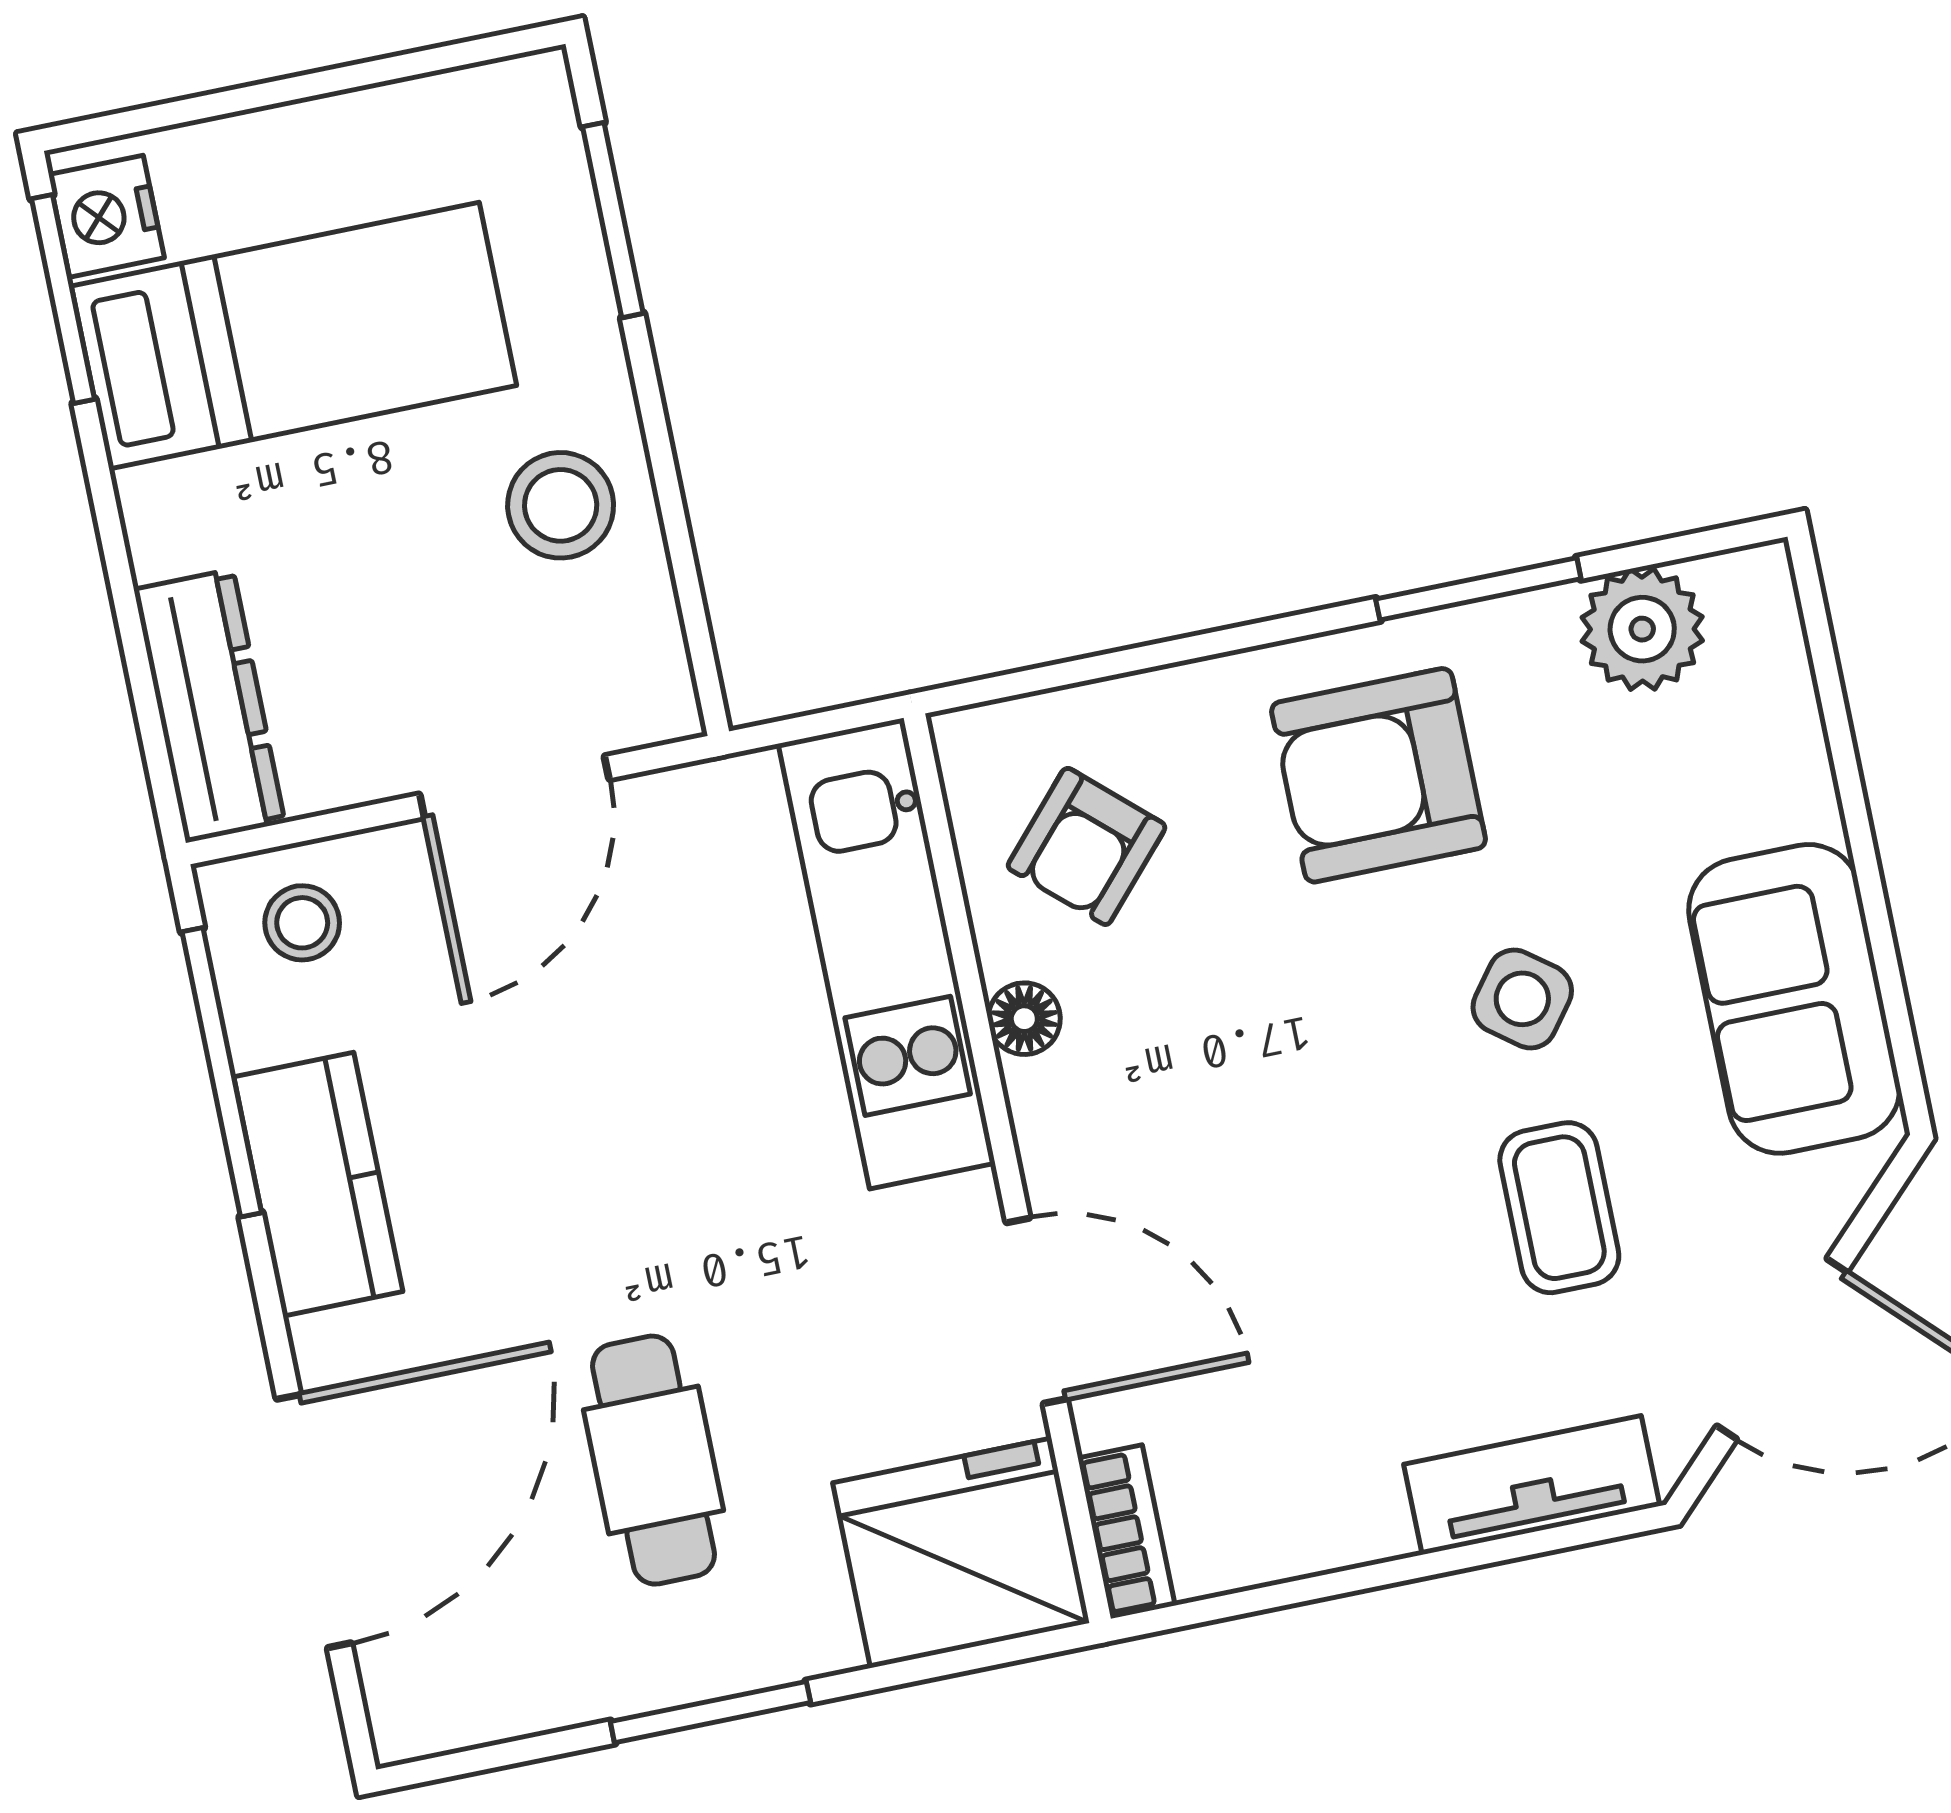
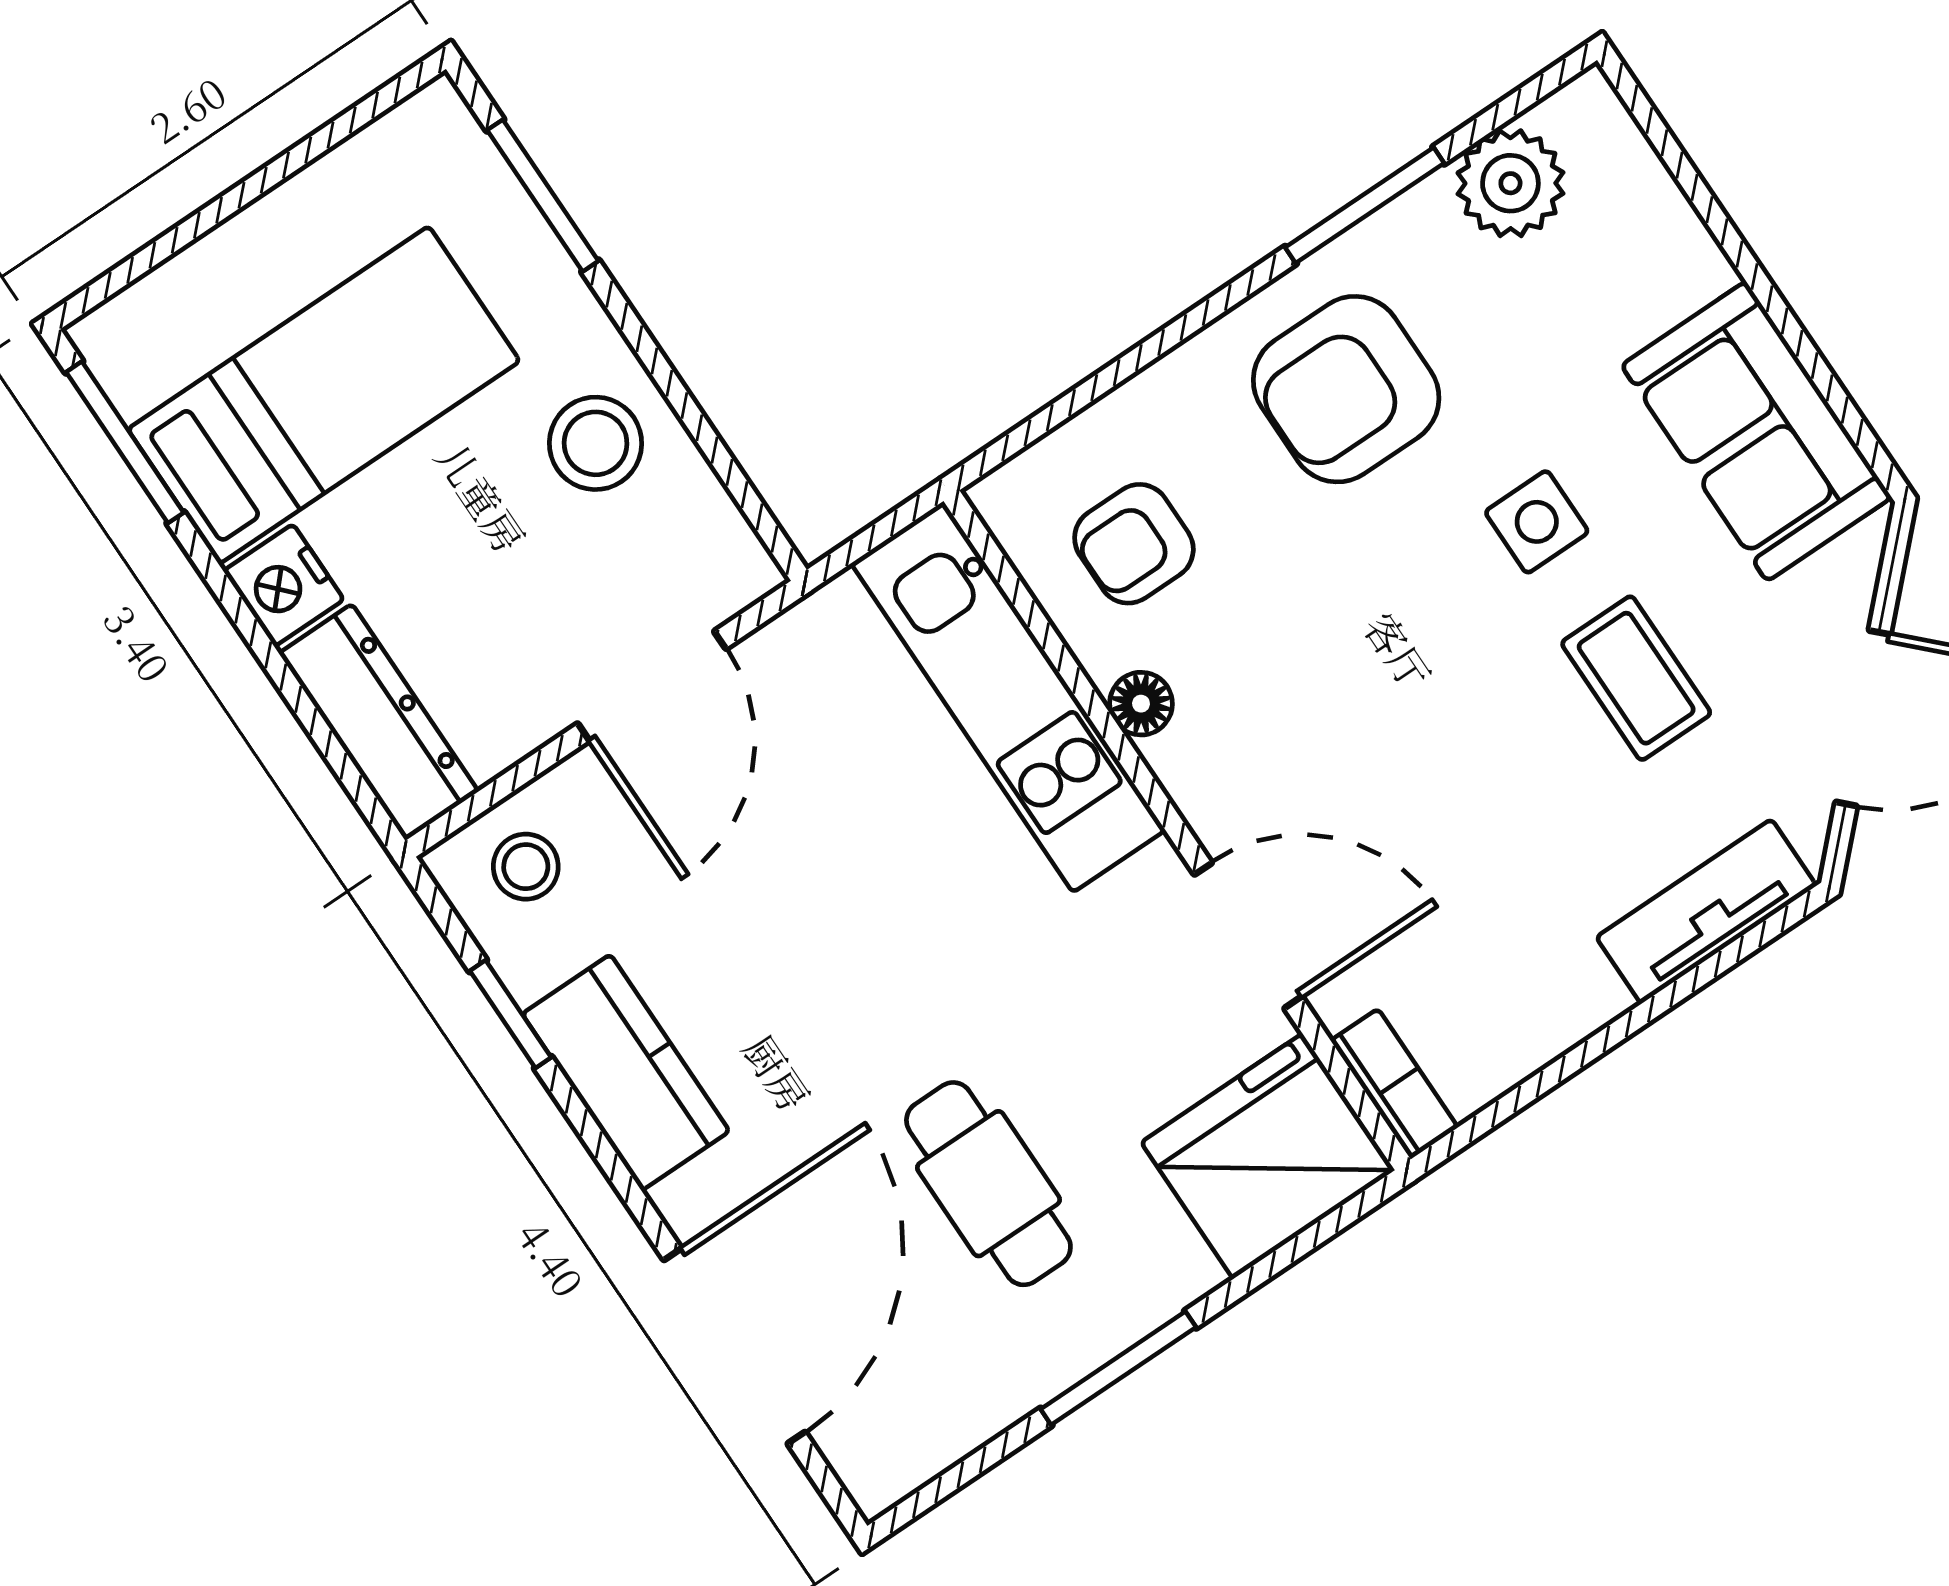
nightstand: (106, 216) -> (284, 585), moved
armchair: (1087, 846) -> (1134, 544), turned 48
side table: (1522, 999) -> (1537, 522), turned -37
window: (222, 1072) -> (511, 1014), width x0.46

